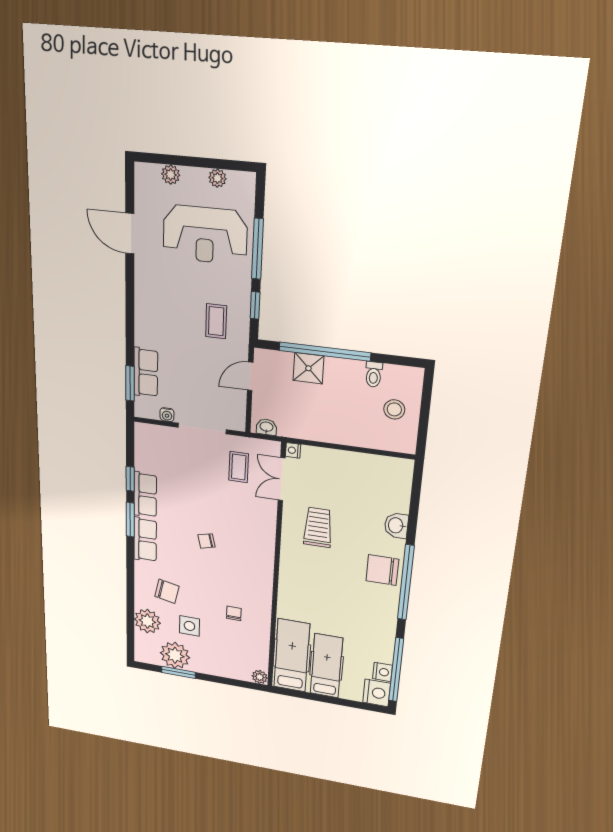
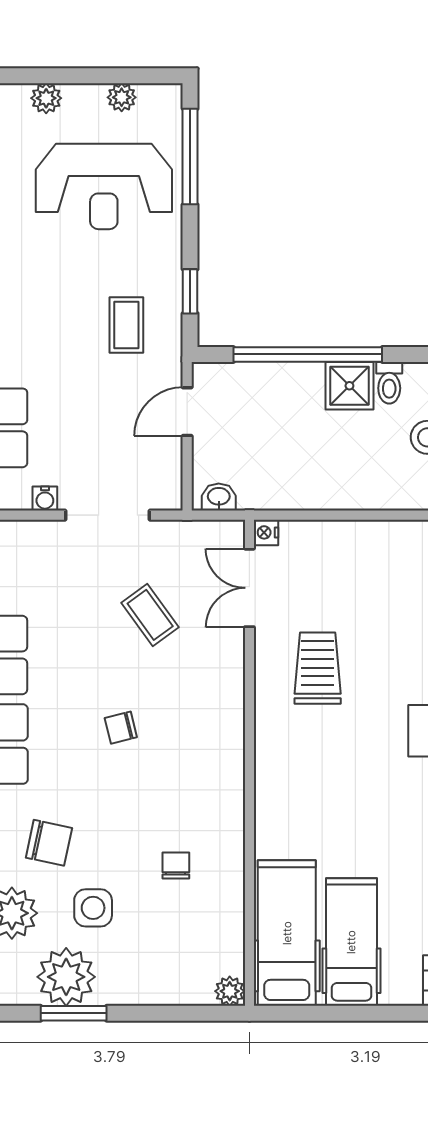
window: (258, 249) -> (190, 157), moved
shower: (308, 368) -> (349, 386), moved
coffee table: (239, 467) -> (150, 615), moved, turned -36

